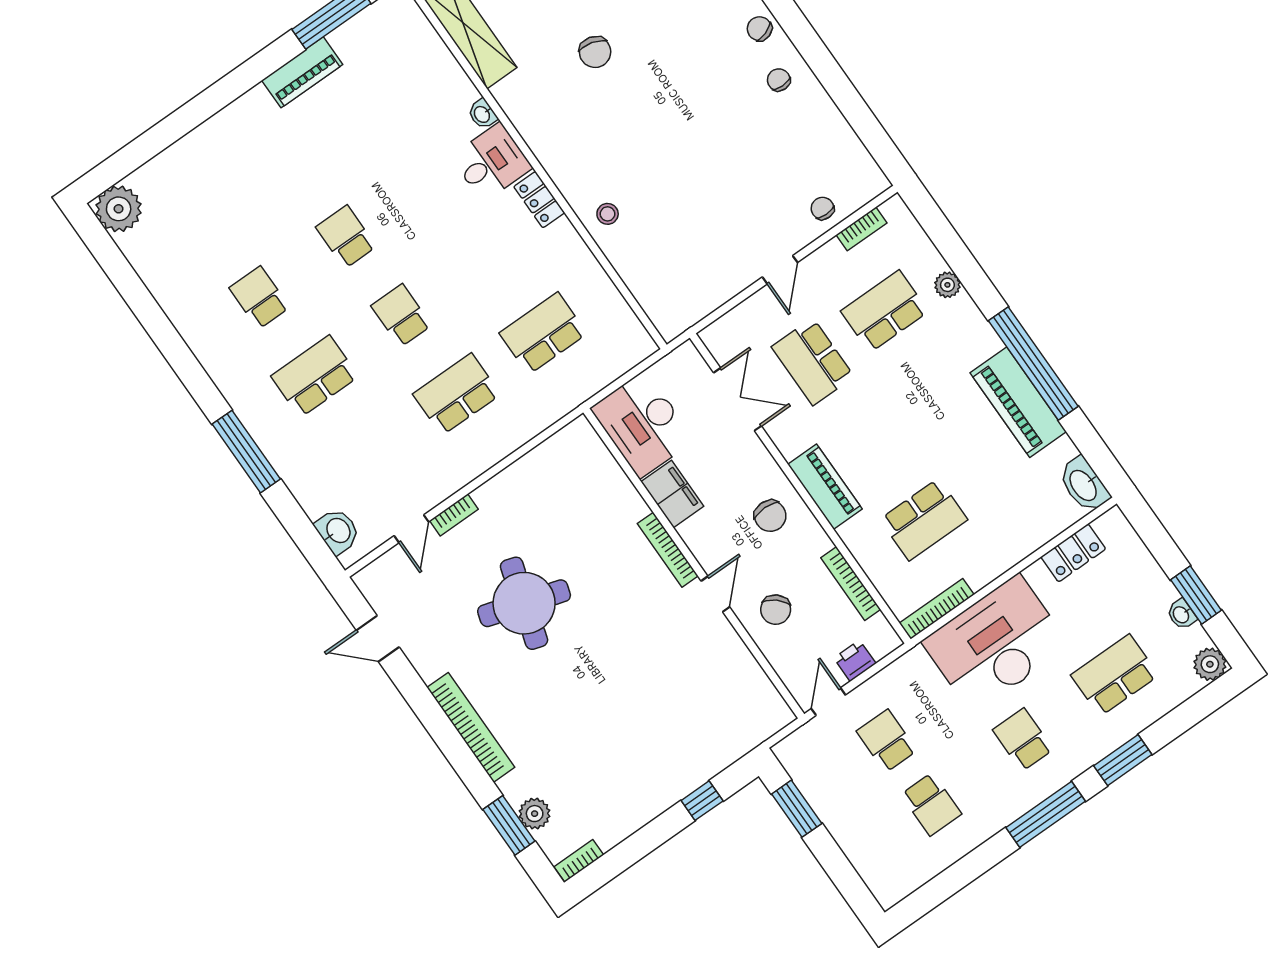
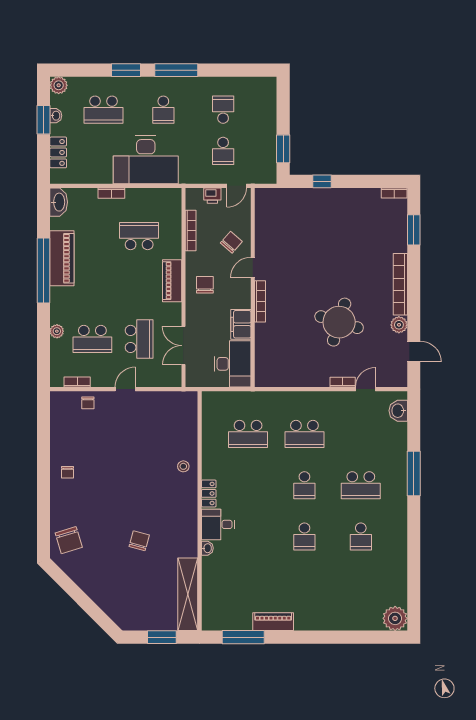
chair: (759, 29) -> (60, 501), removed
locker: (1073, 553) -> (58, 152), moved, turned 90
bookcase: (937, 609) -> (111, 193), moved, width x0.64
plant: (535, 814) -> (399, 325), moved

